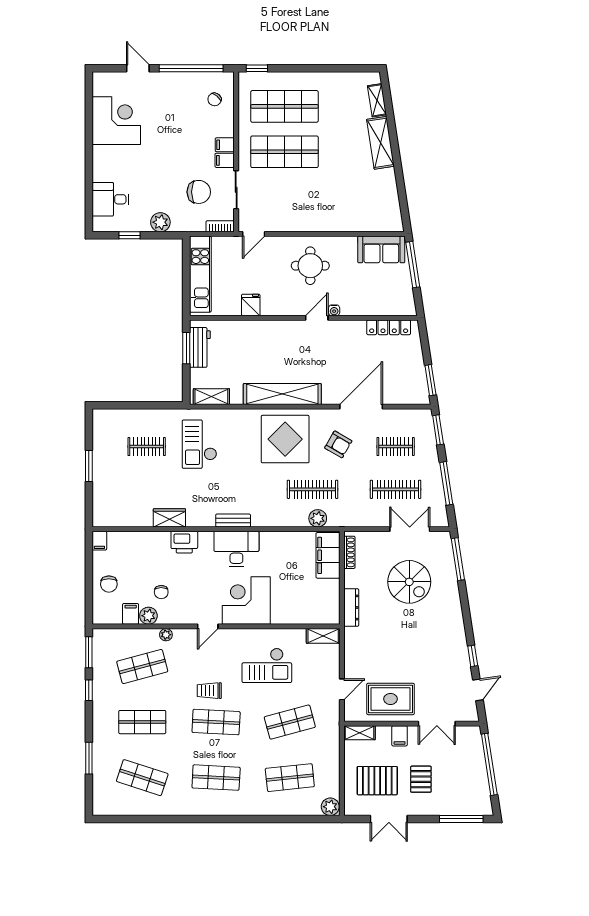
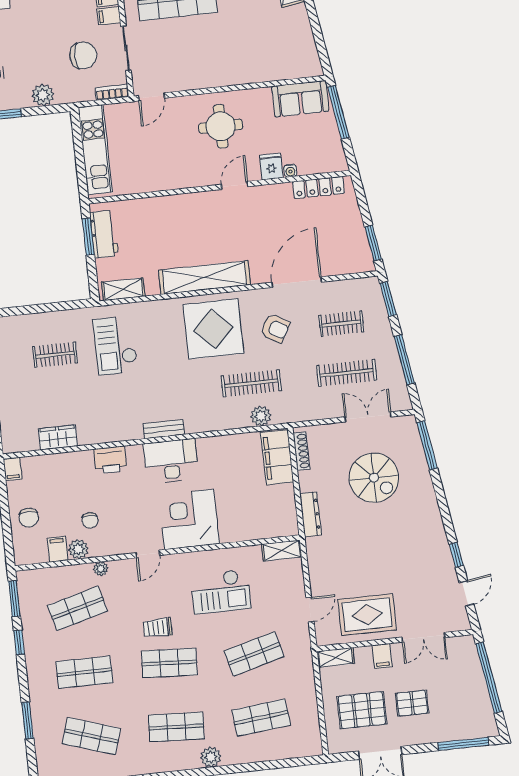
fridge: (251, 305) -> (271, 166), moved
water cooler: (334, 310) -> (290, 171), moved
wardrobe: (169, 518) -> (58, 437), moved
pallet: (421, 779) -> (412, 703), turned 90
plant: (330, 807) -> (211, 757), moved

